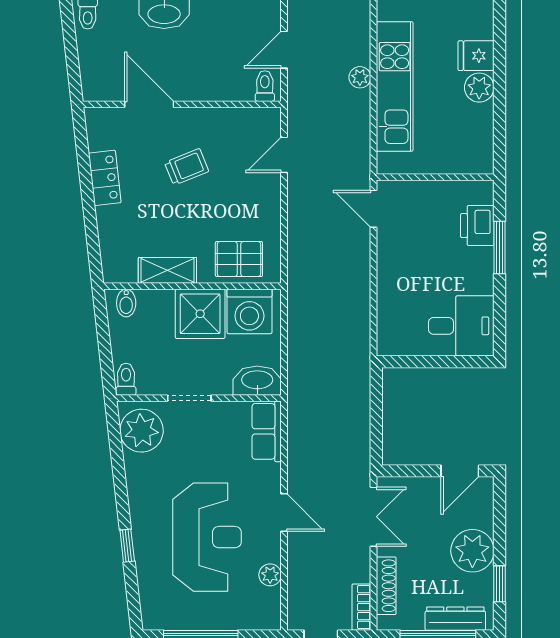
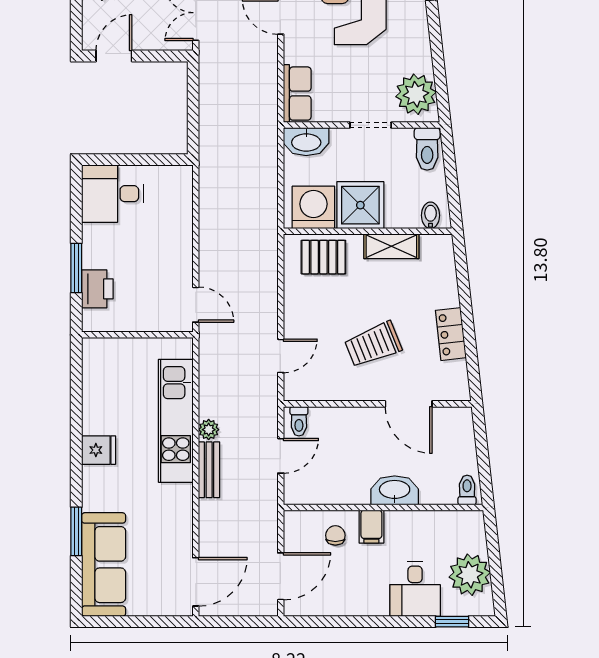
bench: (360, 35) -> (209, 470), added
plant: (479, 88) -> (95, 420), removed
trolley: (187, 167) -> (373, 344), width x1.36, depth x1.39
toilet: (126, 379) -> (427, 149), width x1.37, depth x1.39

